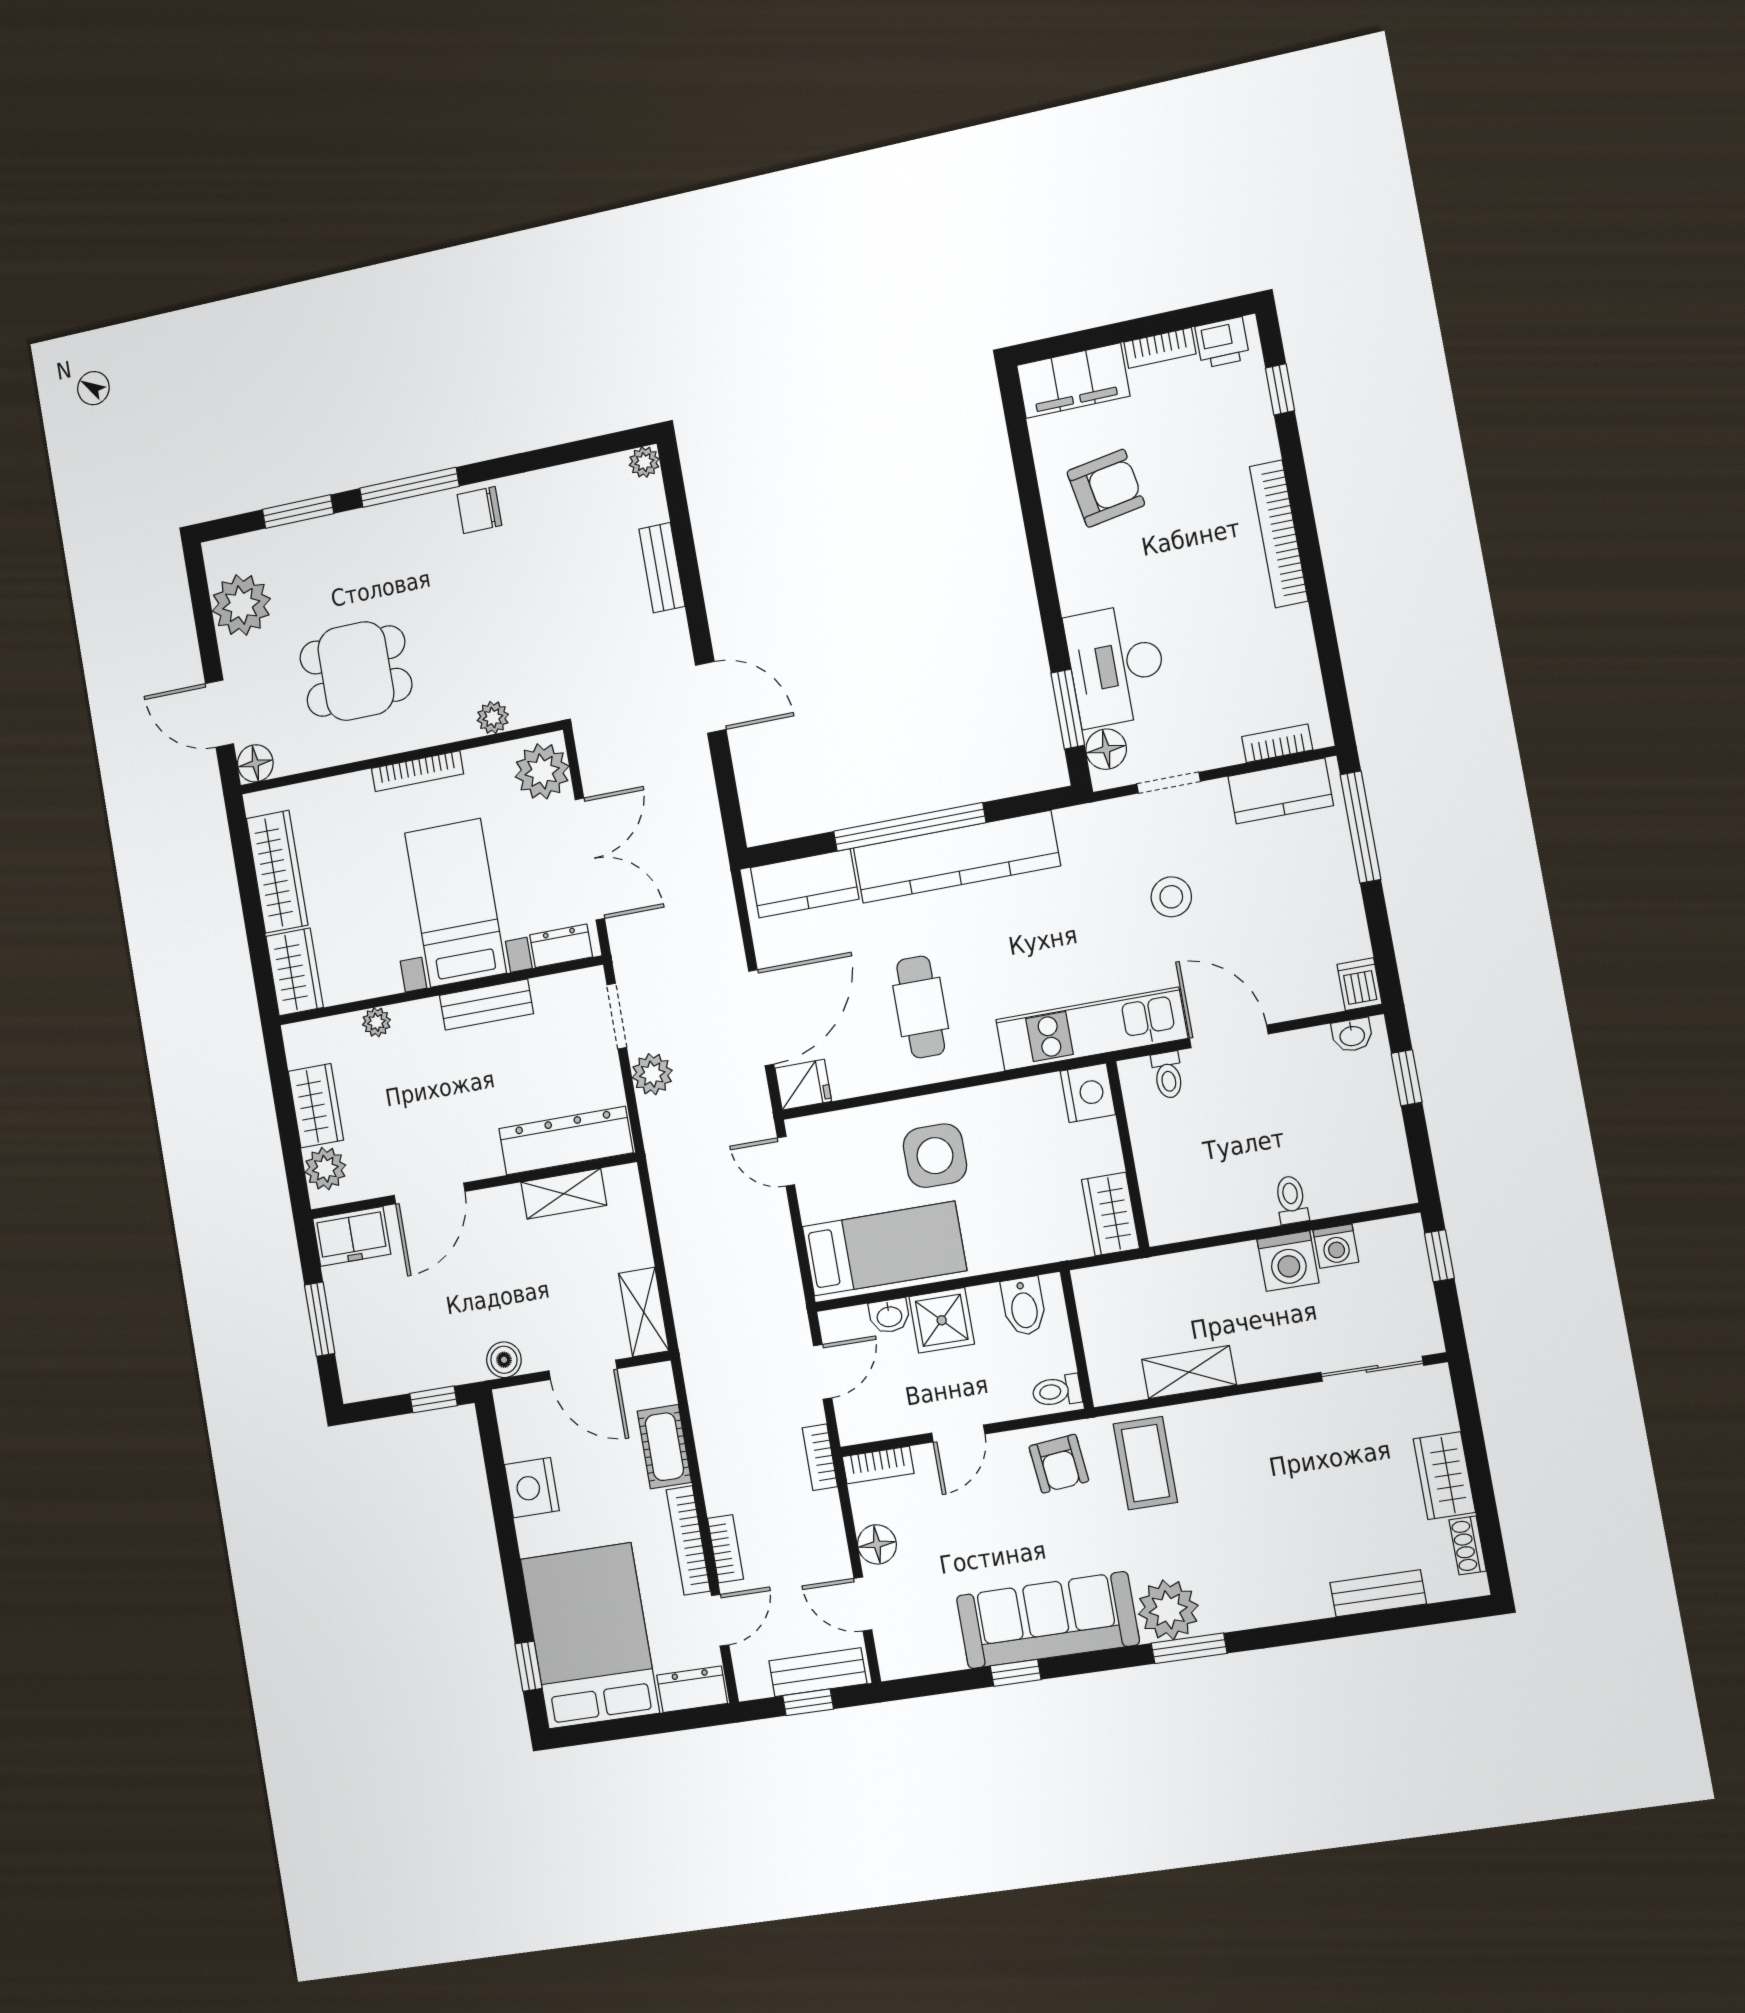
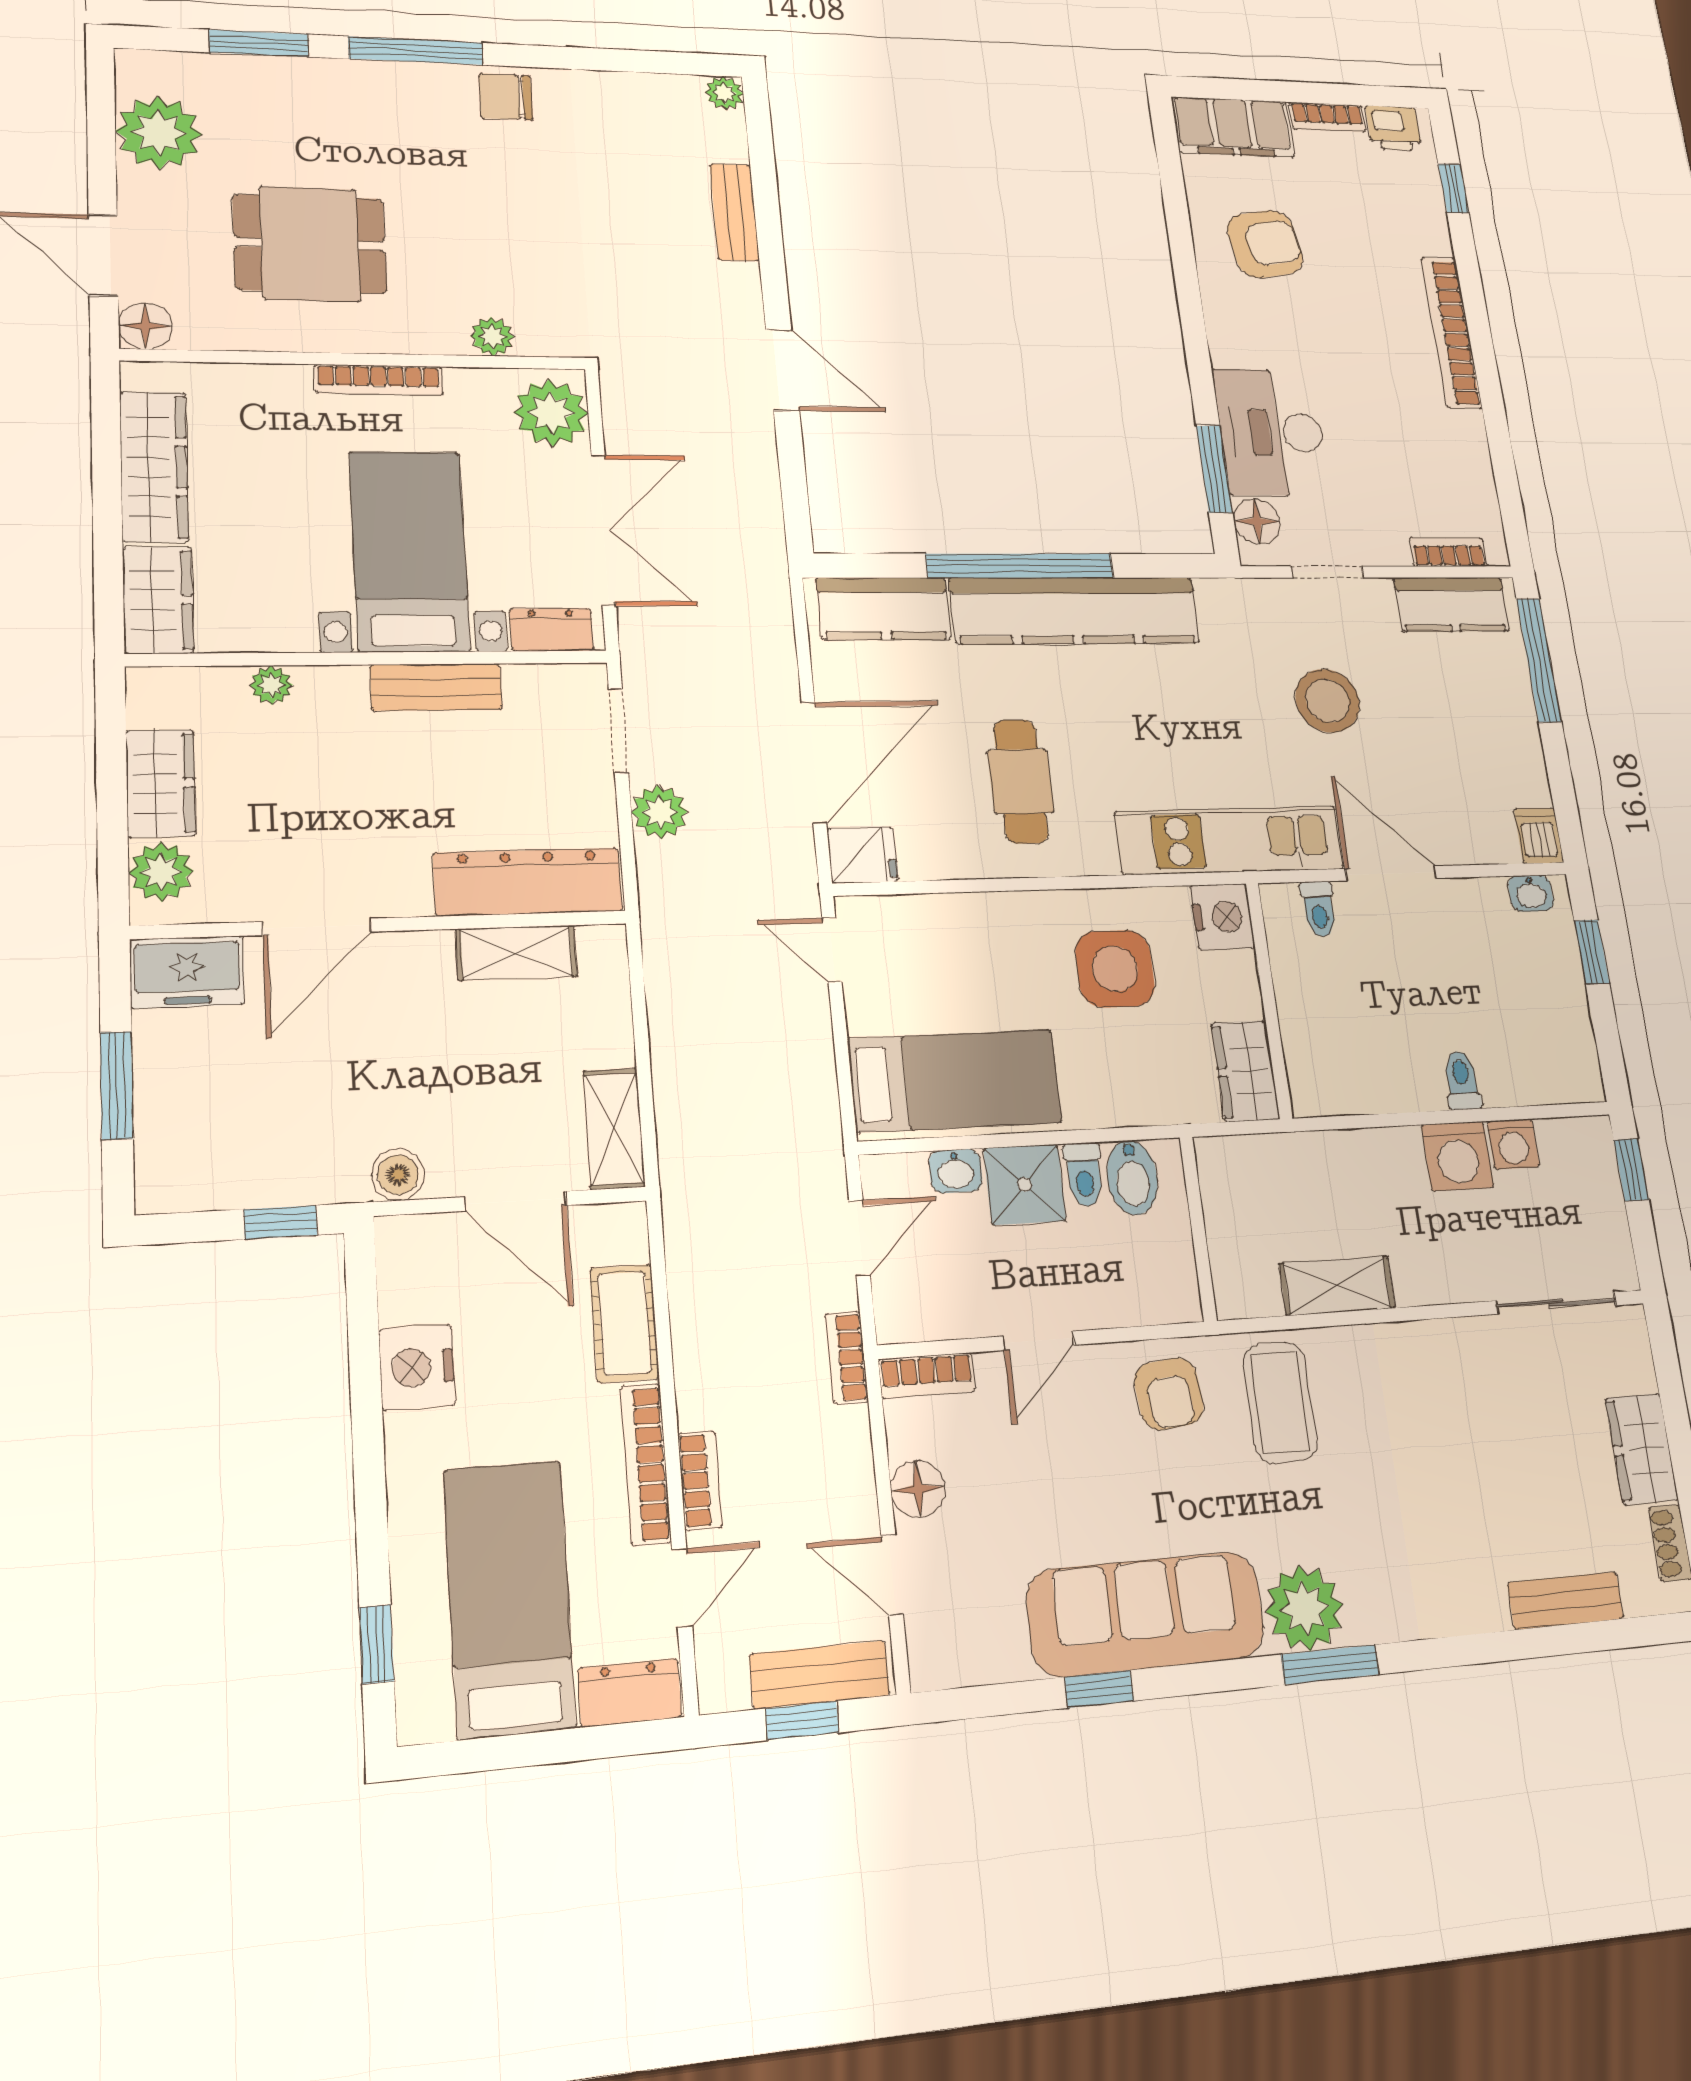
stool: (1171, 897) -> (1327, 701), width x1.38, depth x1.38
side table: (935, 1156) -> (1115, 969), moved
toilet: (1057, 1391) -> (1084, 1174), moved, turned -90
bed: (590, 1636) -> (509, 1598), width x0.67

